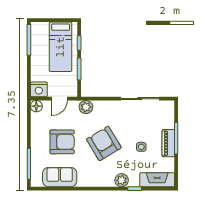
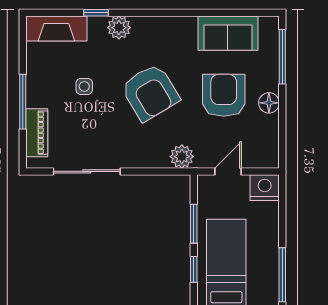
floor lamp: (36, 106) -> (269, 103), moved
armchair: (62, 142) -> (224, 95), turned 90
piano: (168, 143) -> (37, 133), moved

